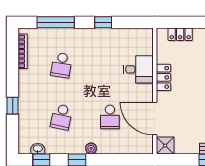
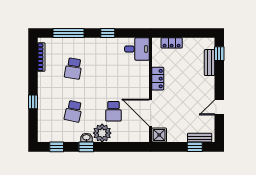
desk: (138, 69) -> (137, 49), moved
plant: (91, 148) -> (102, 133), width x1.87, depth x1.87
washbasin: (38, 149) -> (86, 138), moved

